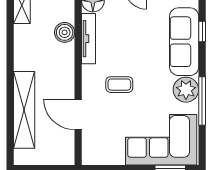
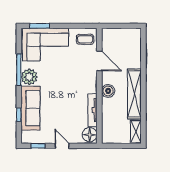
boiler: (65, 32) -> (108, 91), moved
coffee table: (119, 85) -> (85, 39), moved
shelving: (24, 110) -> (134, 94), moved

